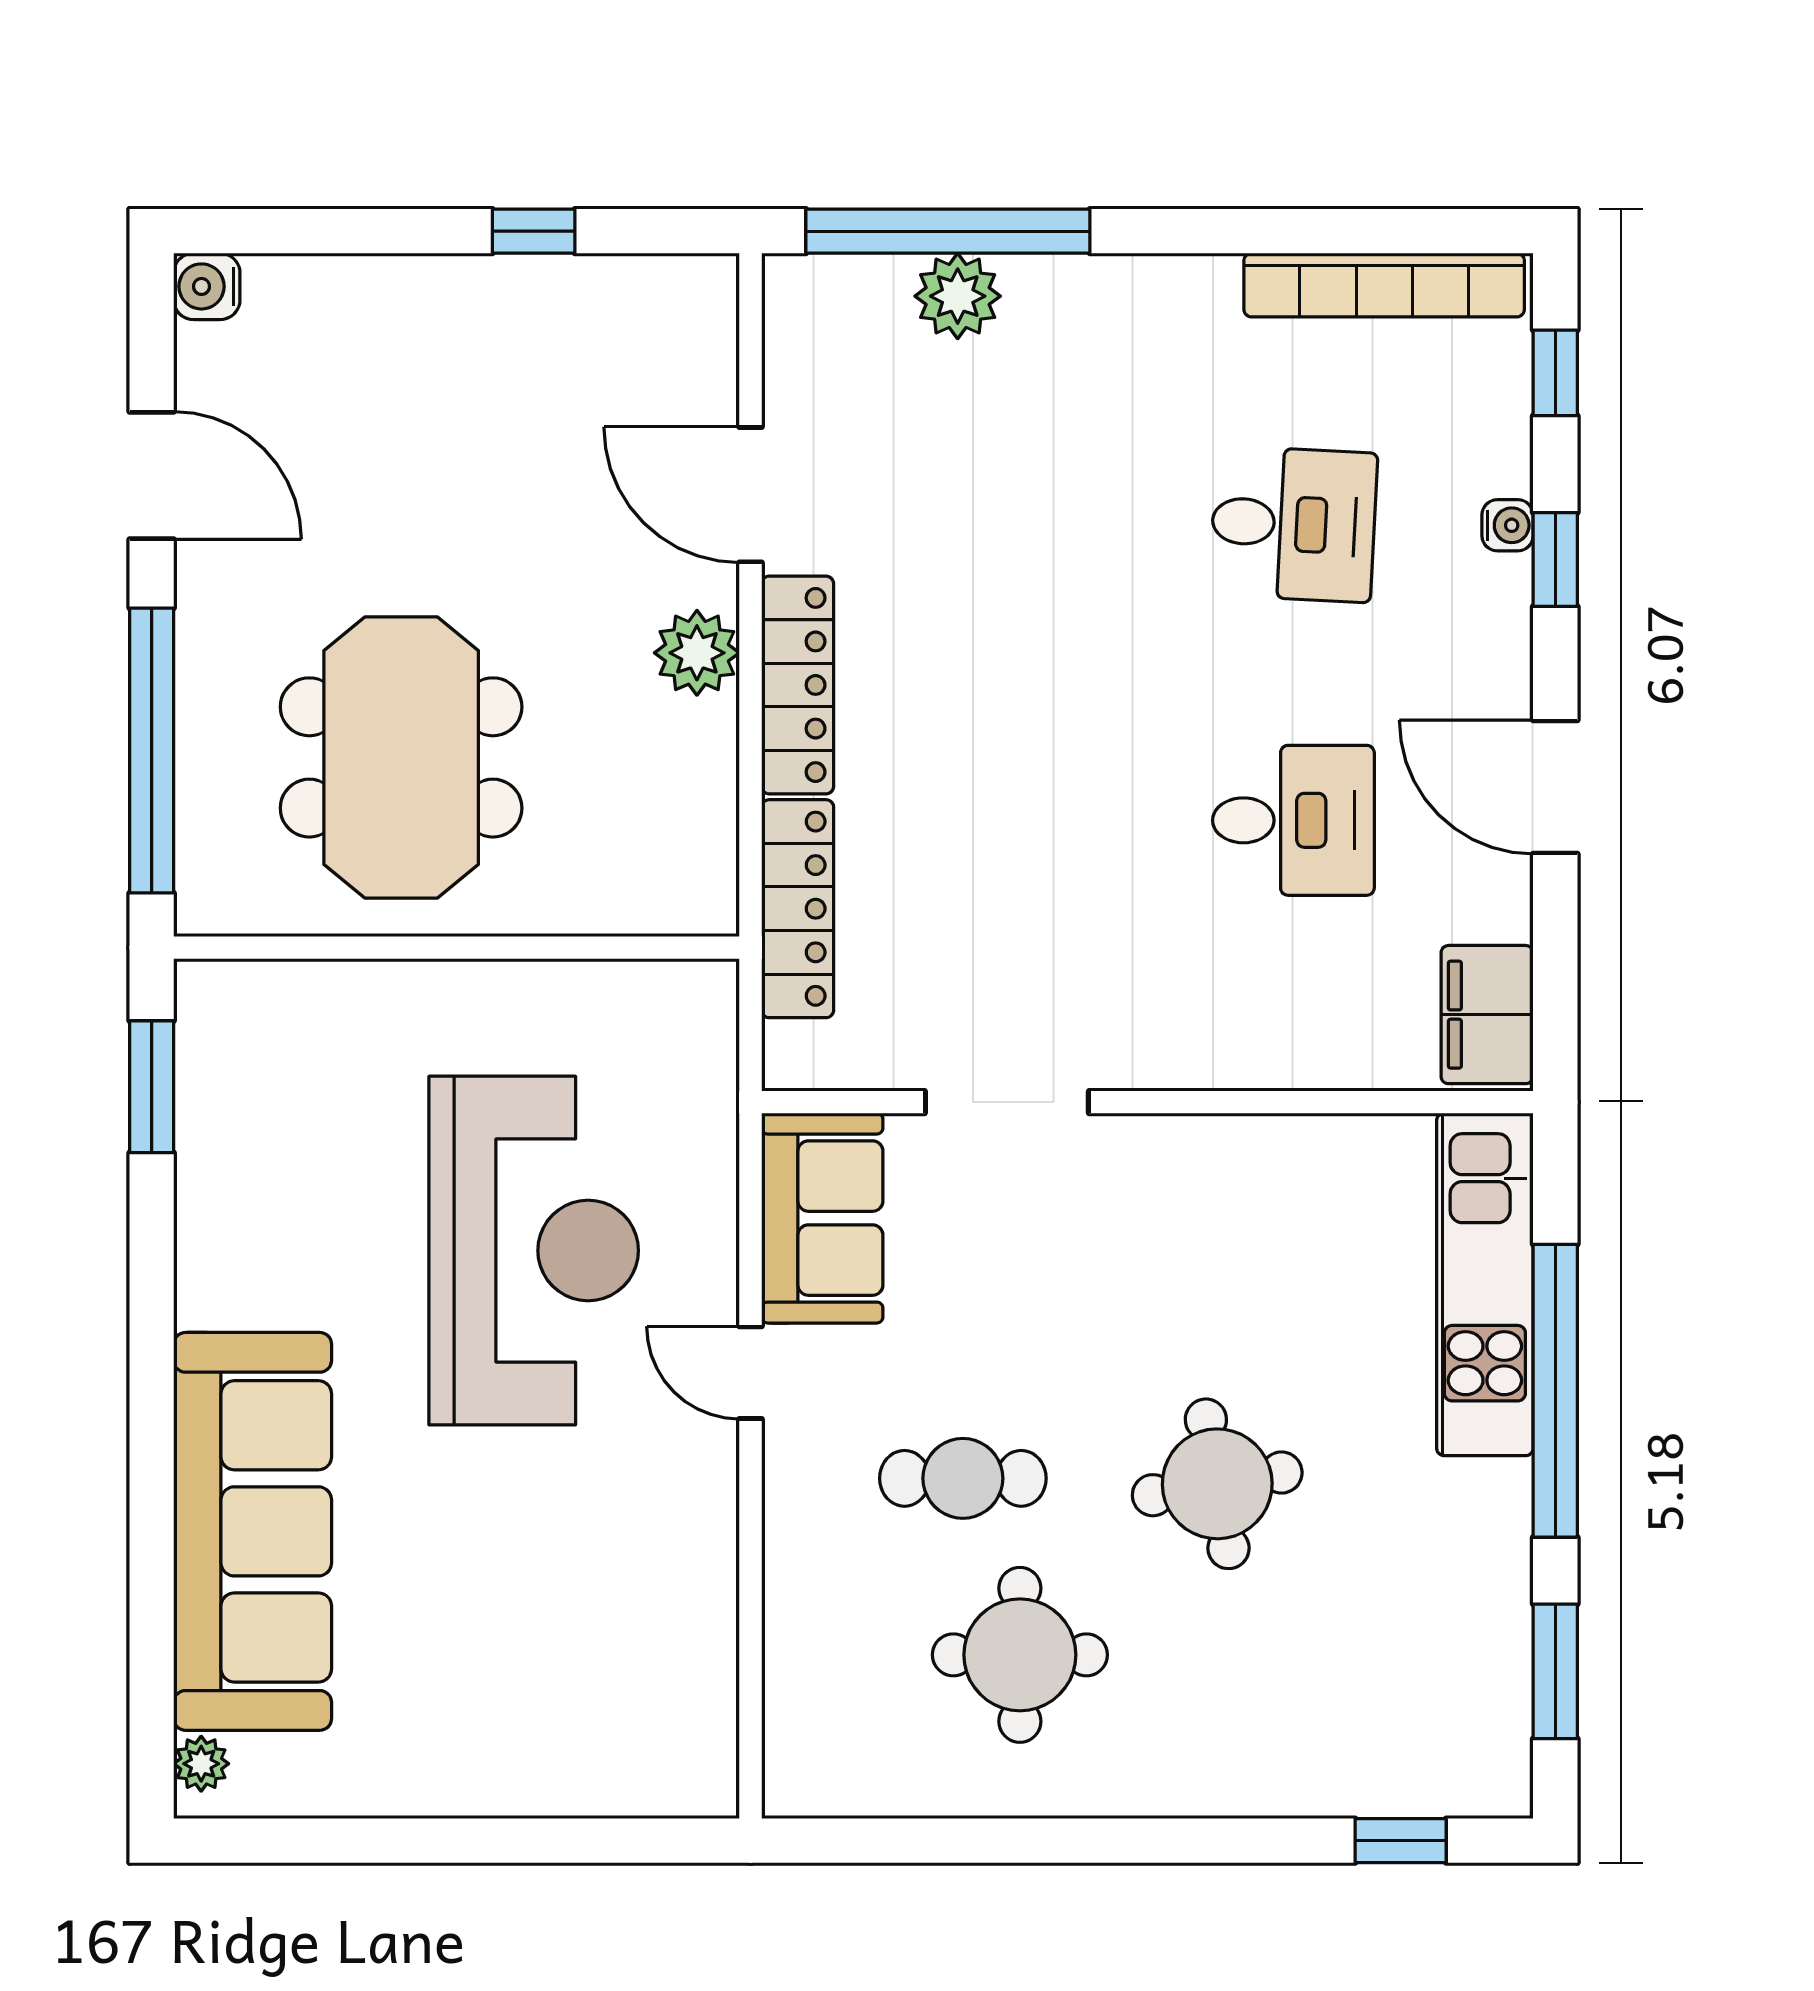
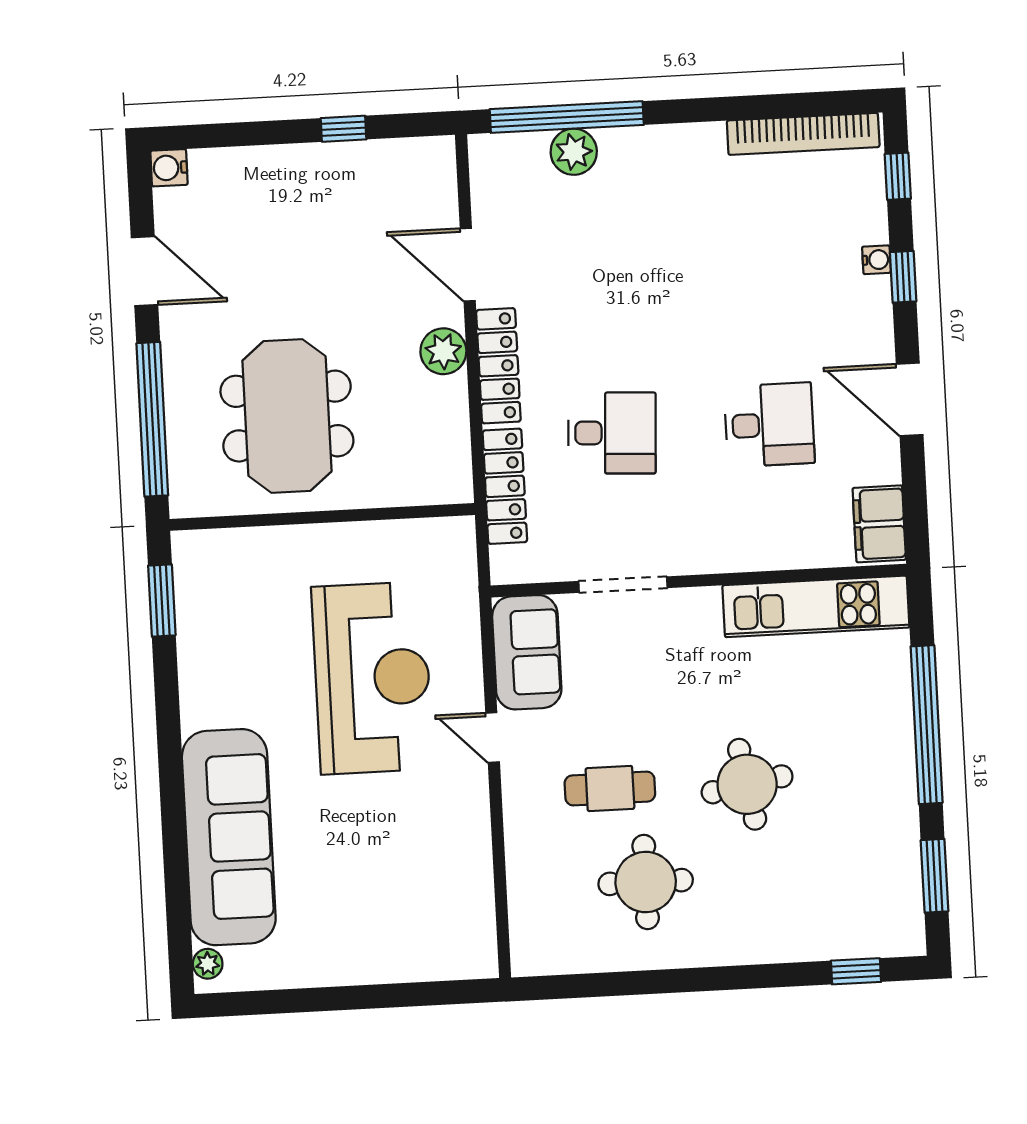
desk: (1293, 524) -> (612, 433), moved
kitchen unit: (1485, 1284) -> (816, 606), moved, turned -90

